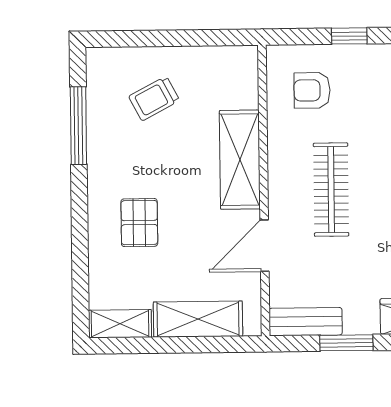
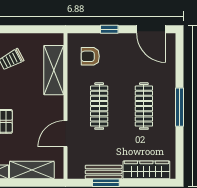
shelving: (240, 160) -> (54, 70), moved
bench: (306, 322) -> (104, 172), moved

